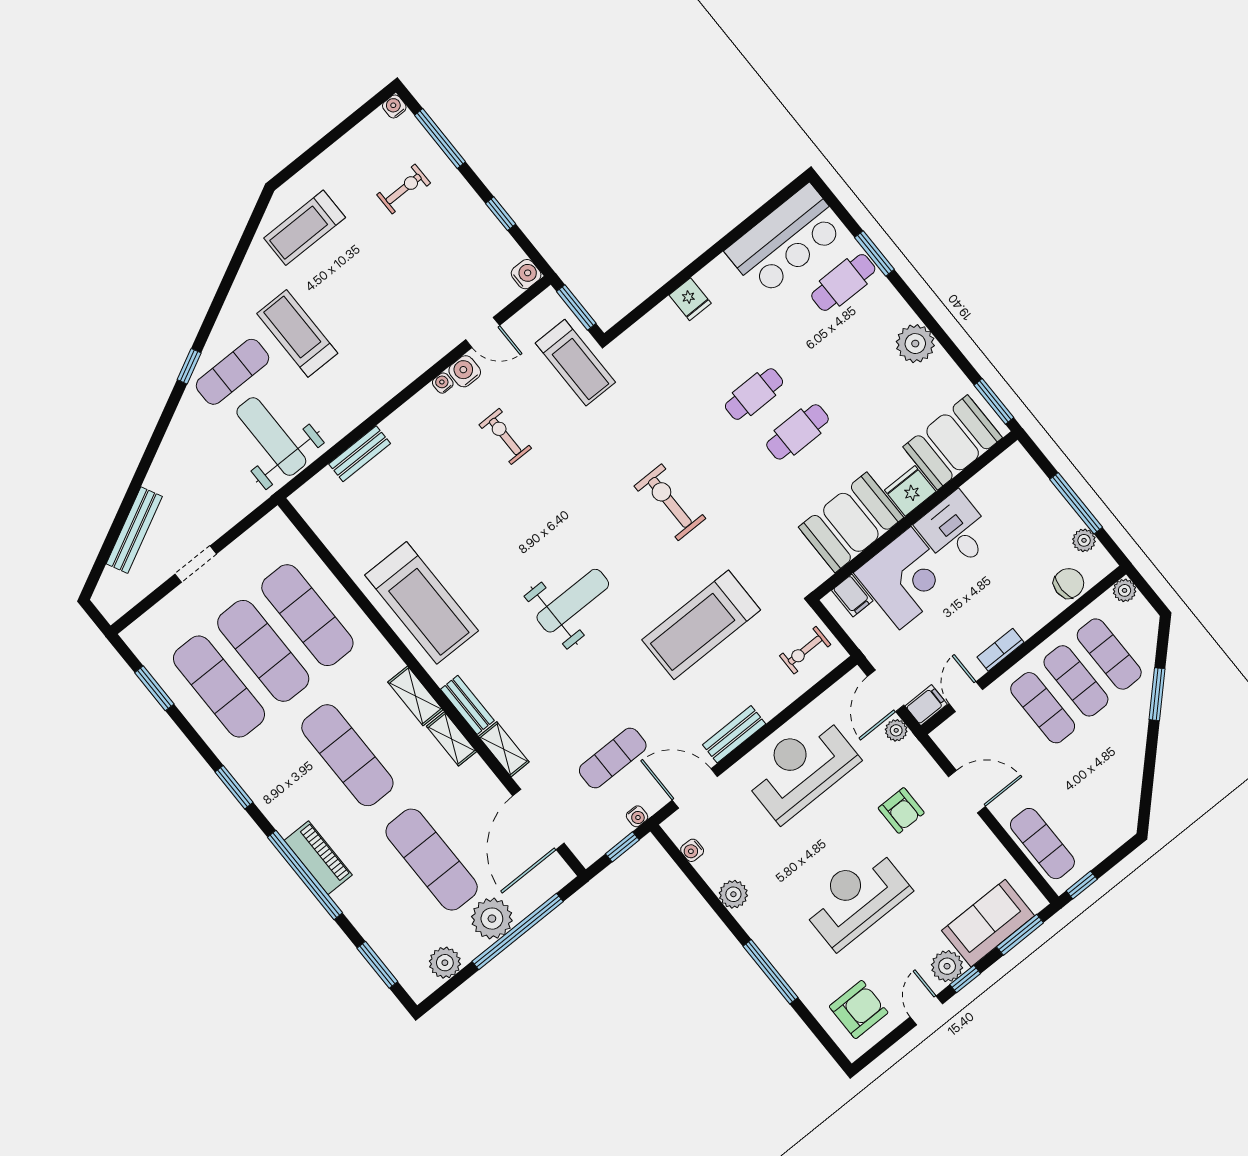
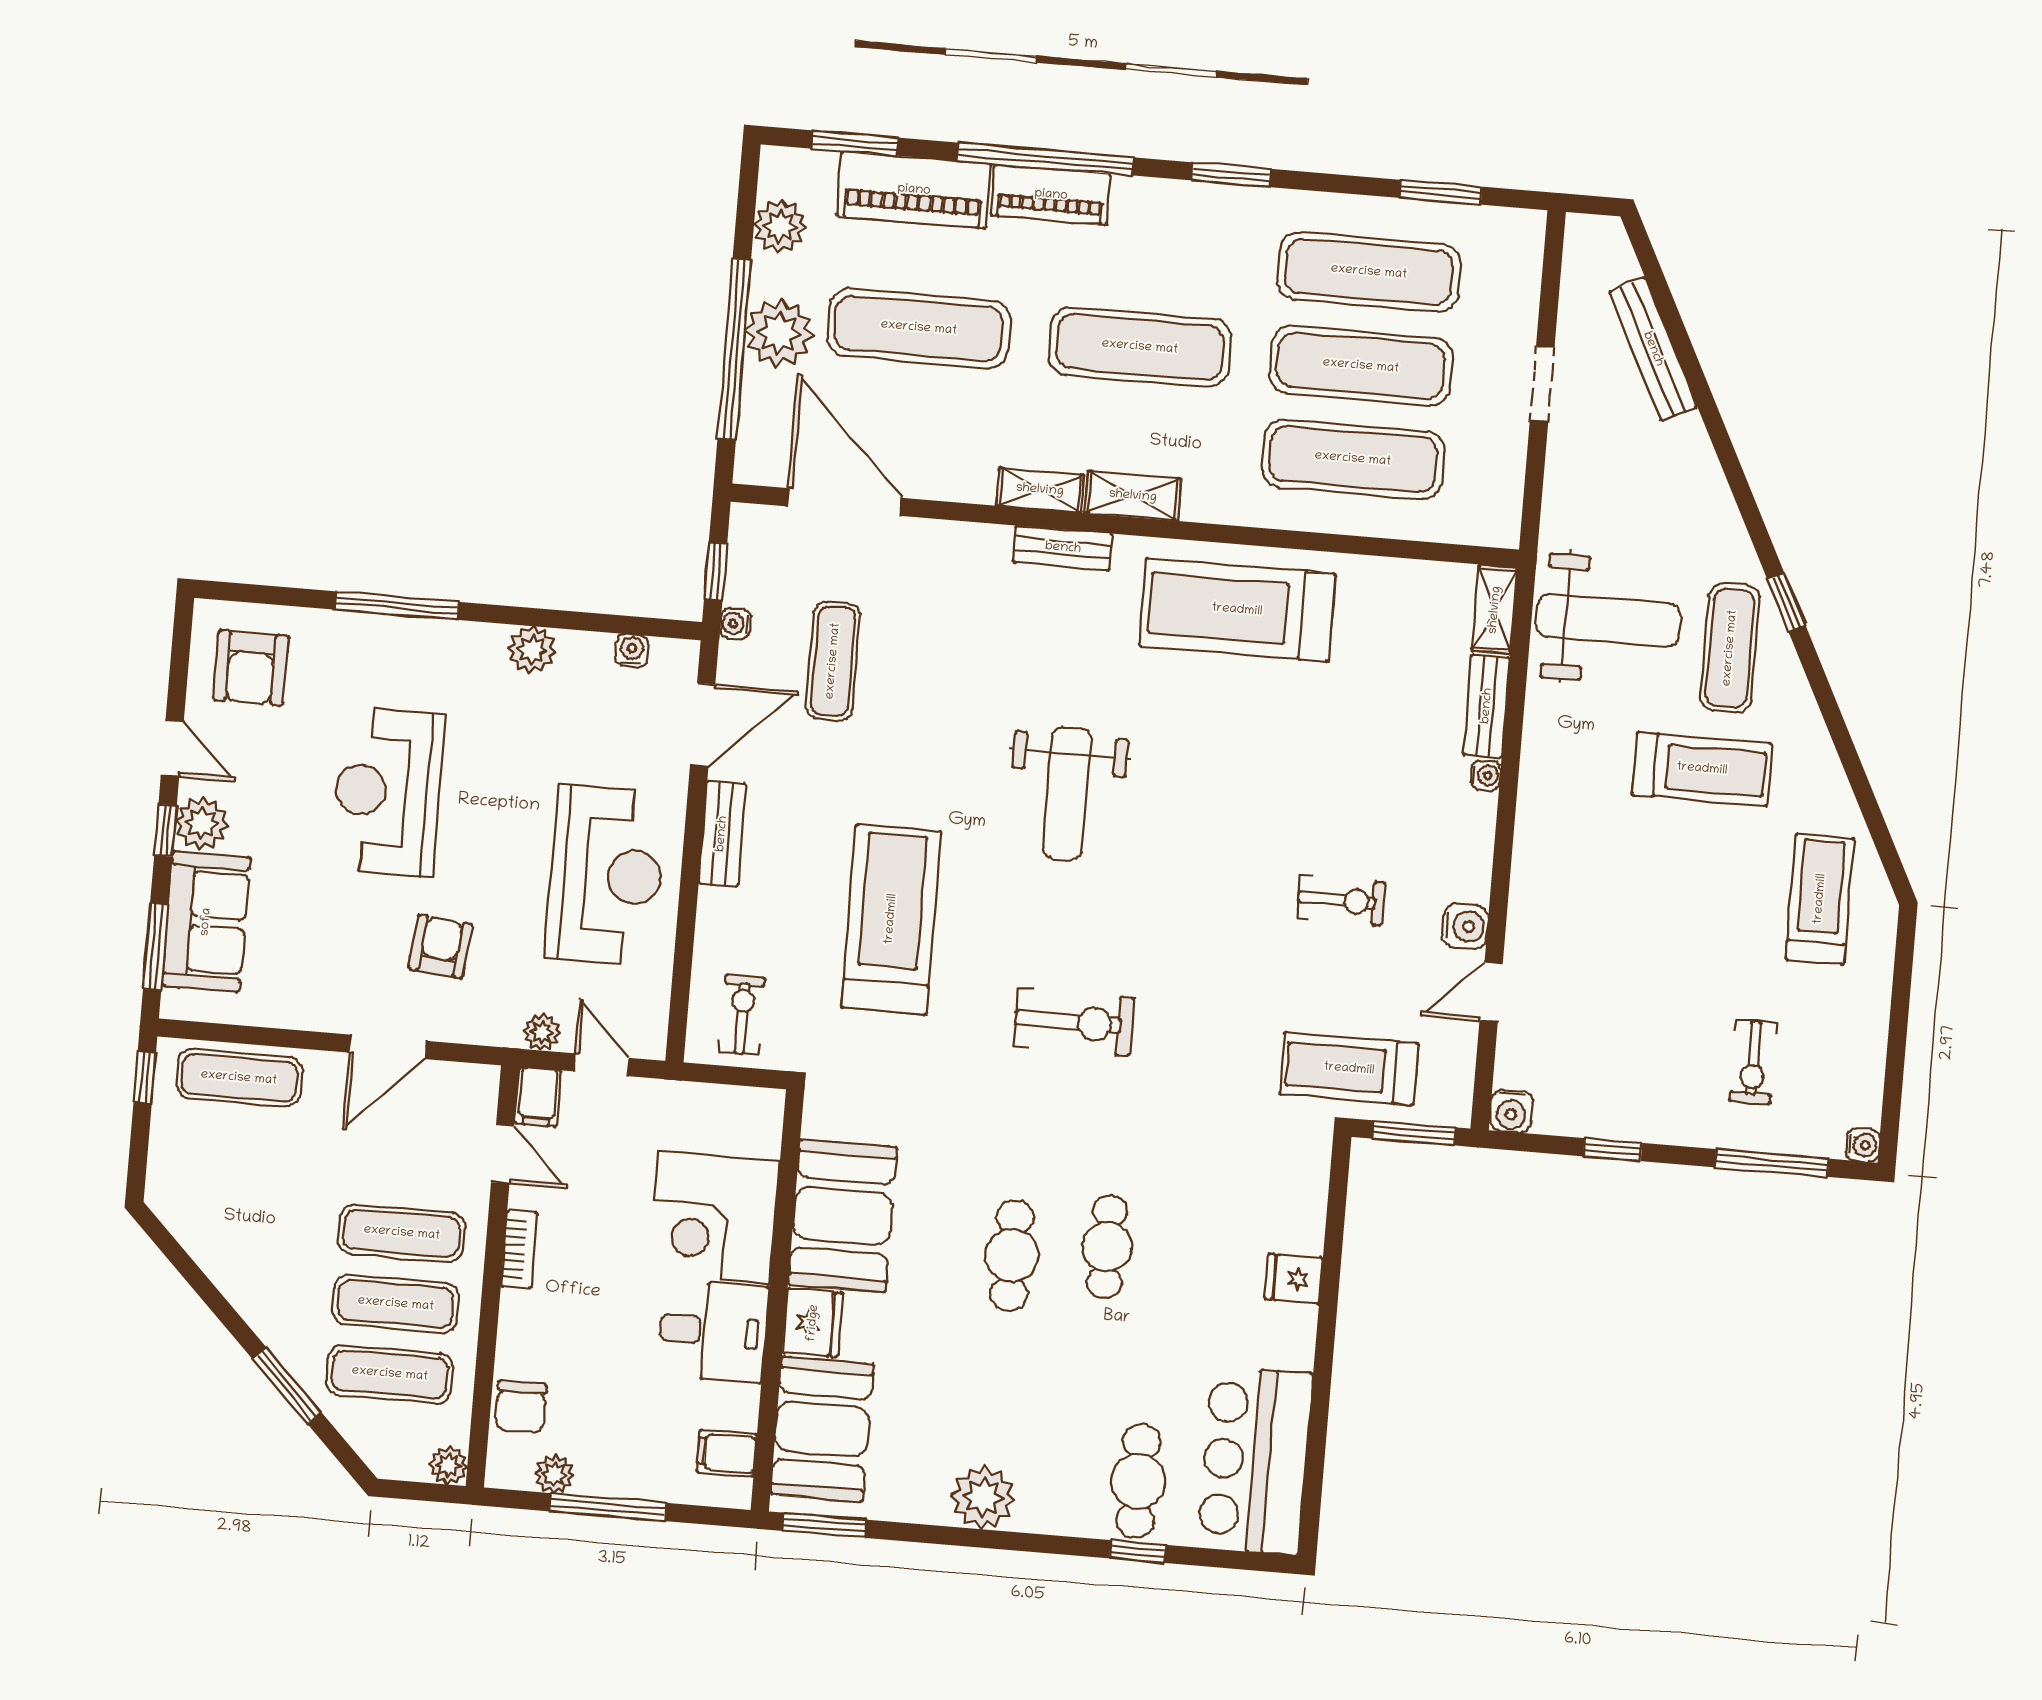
window: (874, 253) -> (1138, 1552), width x0.67
water cooler: (443, 383) -> (1486, 775), moved
filing cabinet: (852, 596) -> (727, 1453), moved
door: (886, 691) -> (601, 1065), width x0.73
shelving: (504, 749) -> (1495, 610), moved, turned 90
armchair: (901, 810) -> (440, 947), turned 96
reception desk: (856, 898) -> (387, 792), turned 180
piano: (373, 919) -> (914, 190), added

